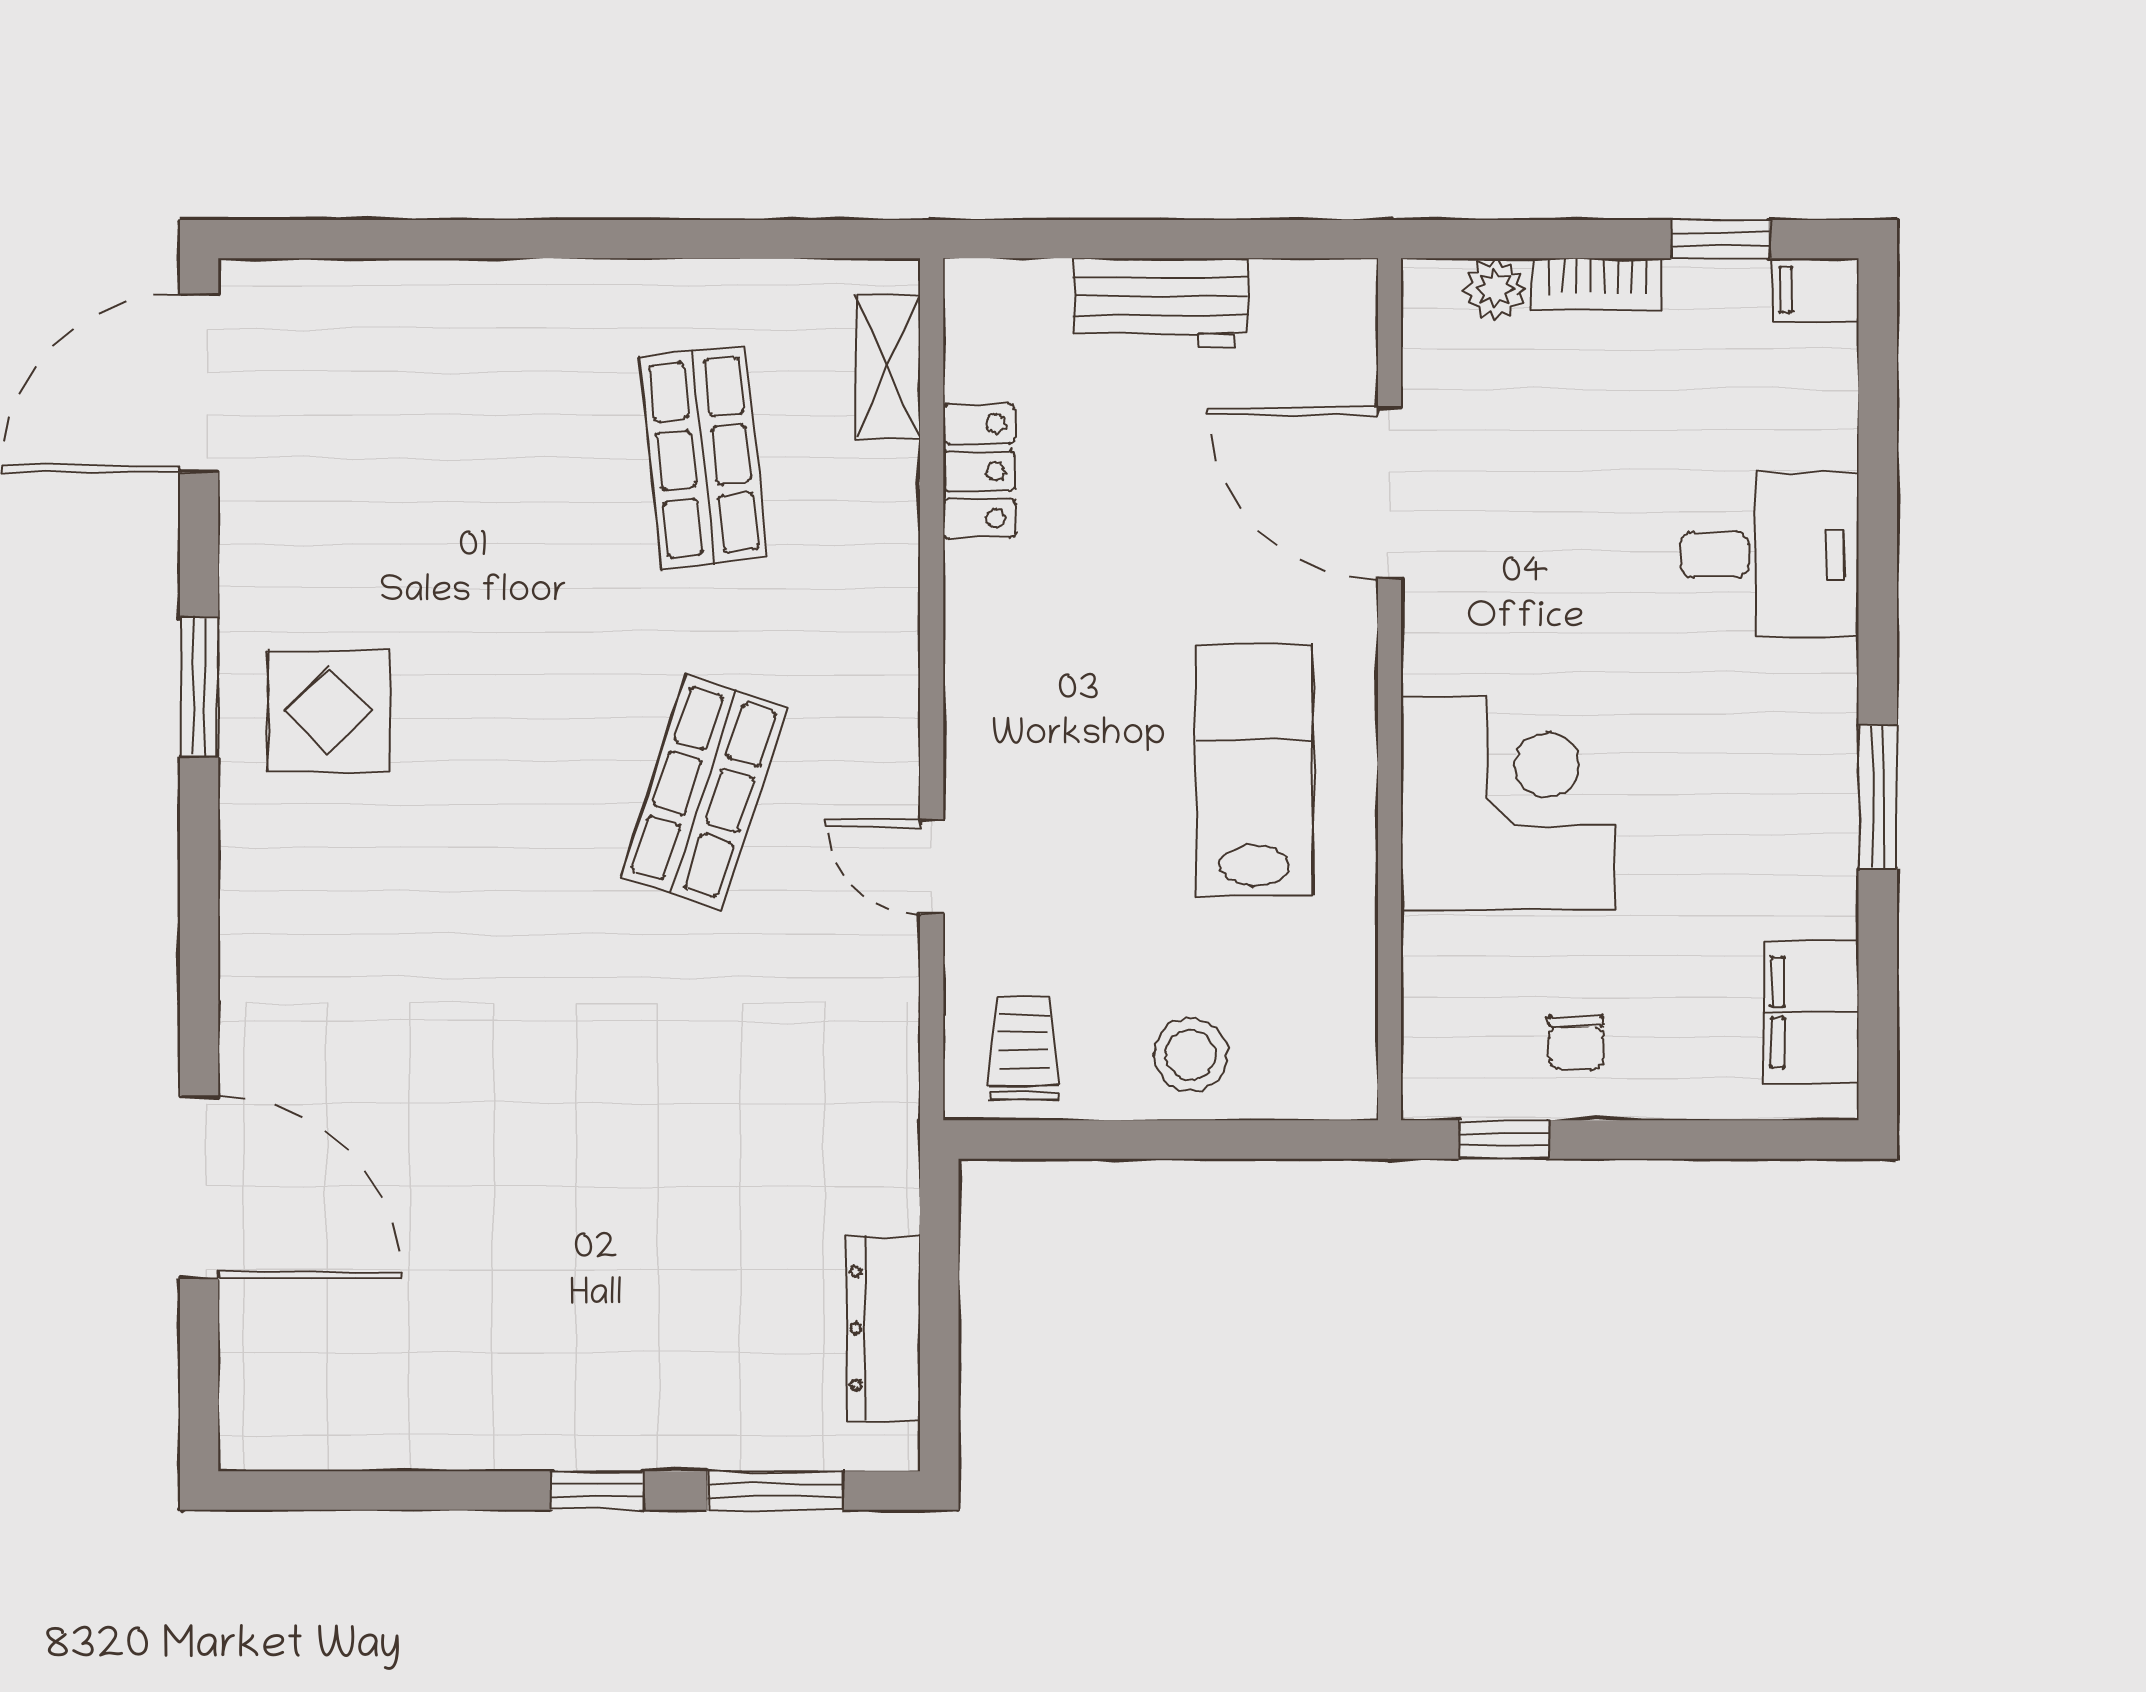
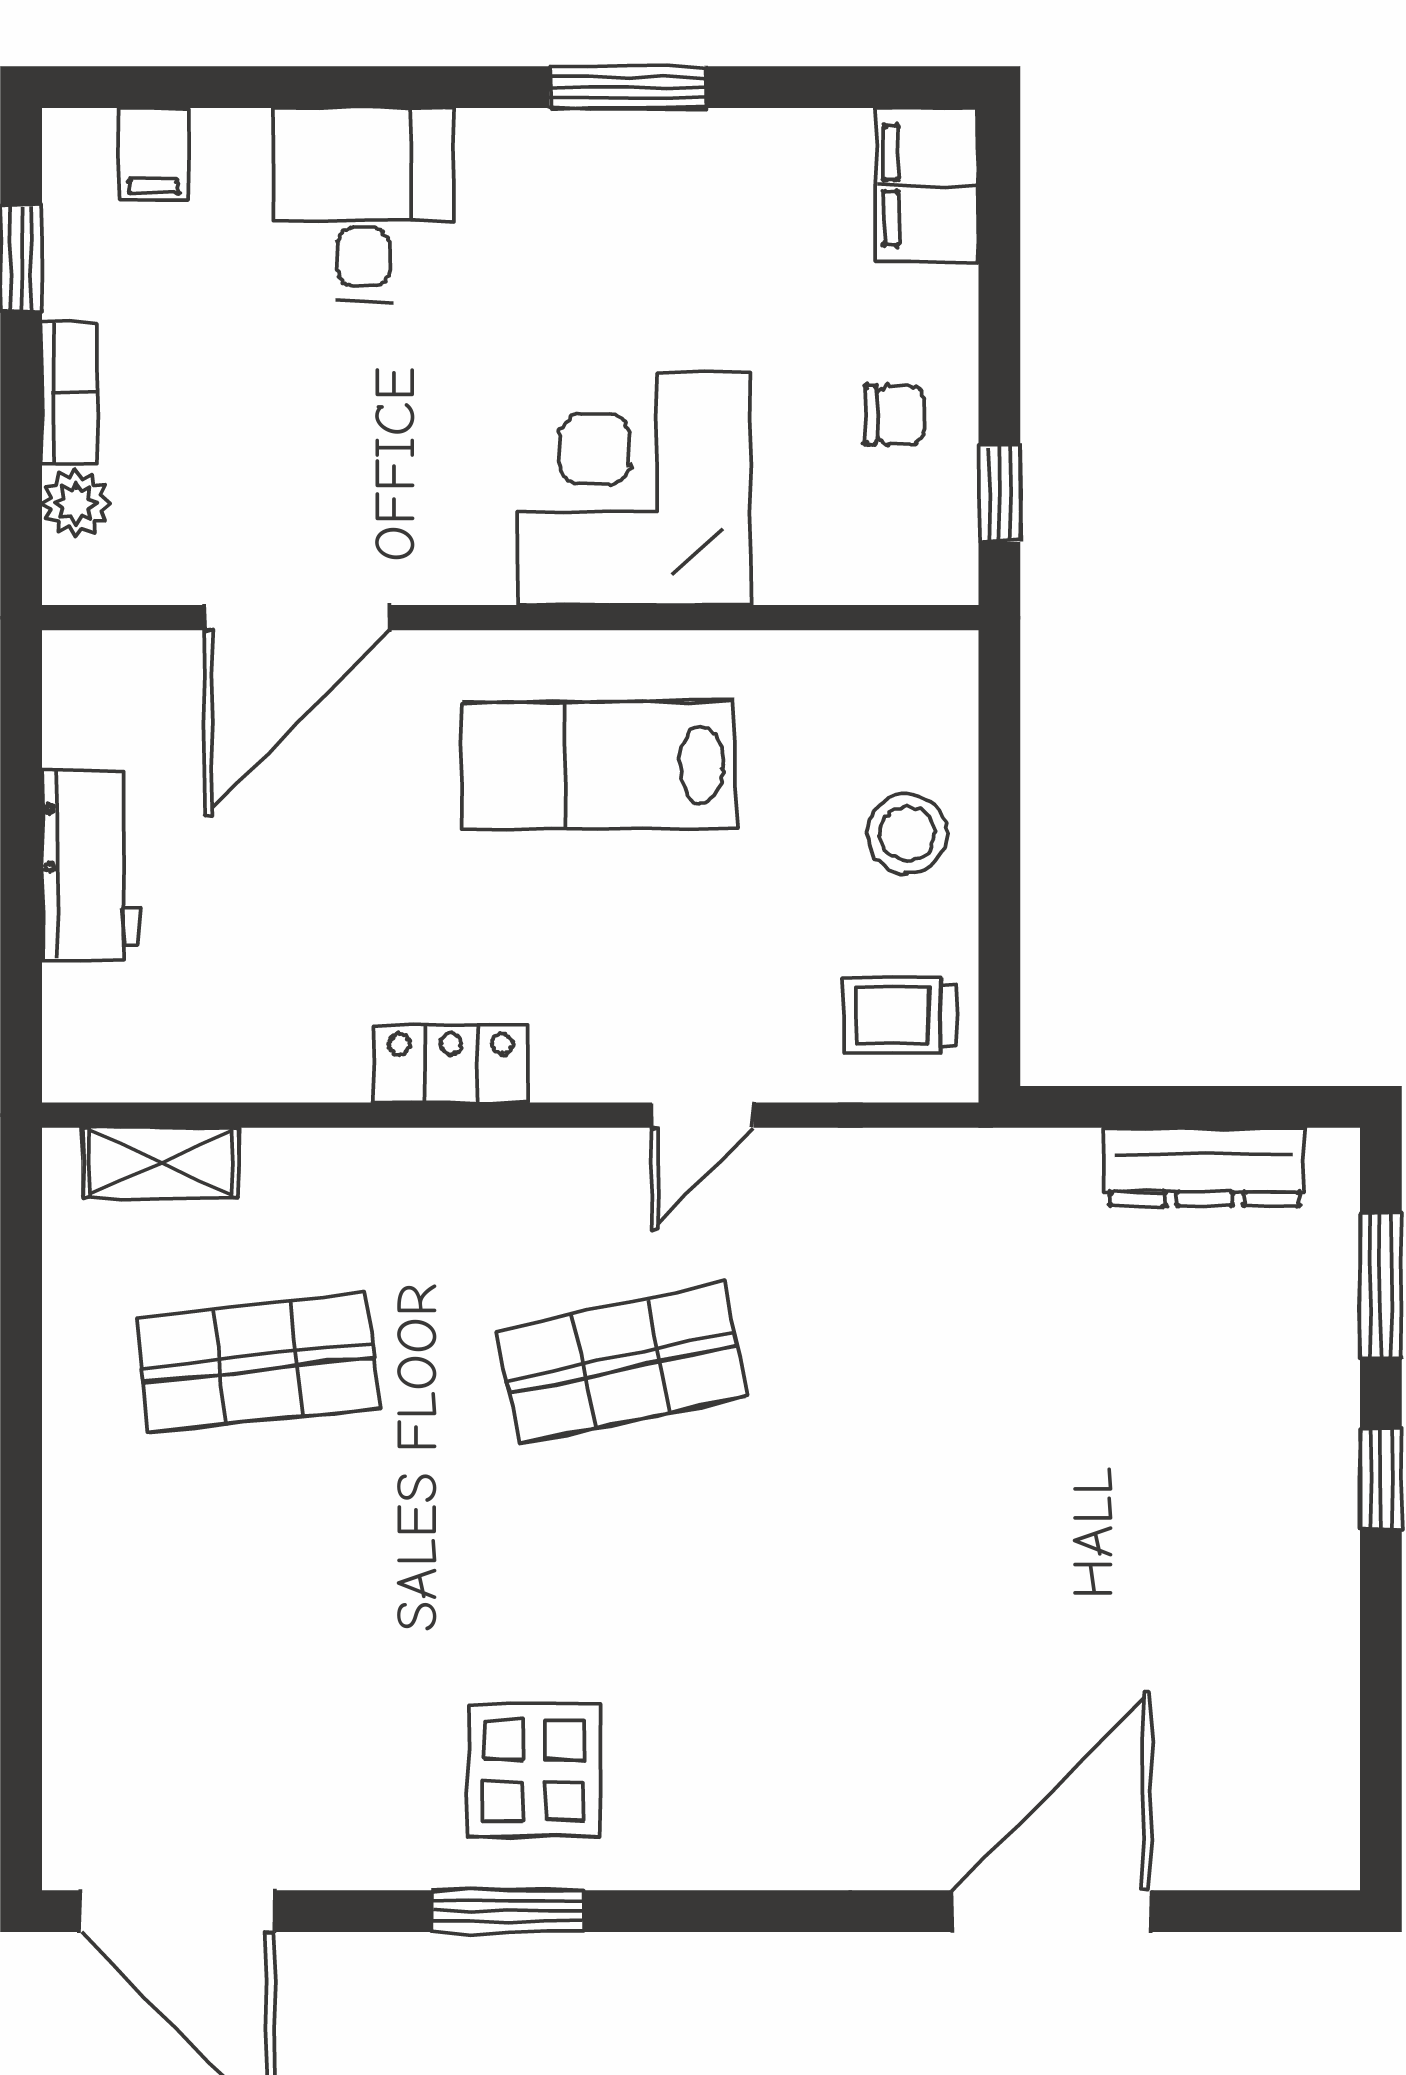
filing cabinet: (1816, 290) -> (154, 154), moved
locker: (979, 471) -> (451, 1064), moved
shop shelf: (704, 792) -> (621, 1363), turned -30
filing cabinet: (1811, 1012) -> (927, 185), moved, turned 90

